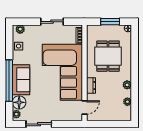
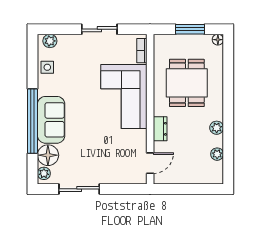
corner sofa: (62, 72) -> (124, 96), width x0.73, depth x0.74

